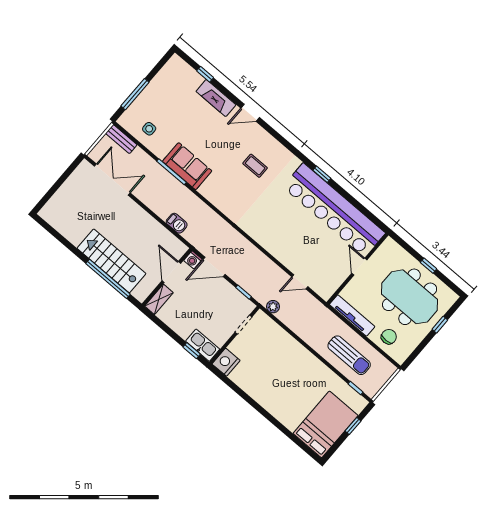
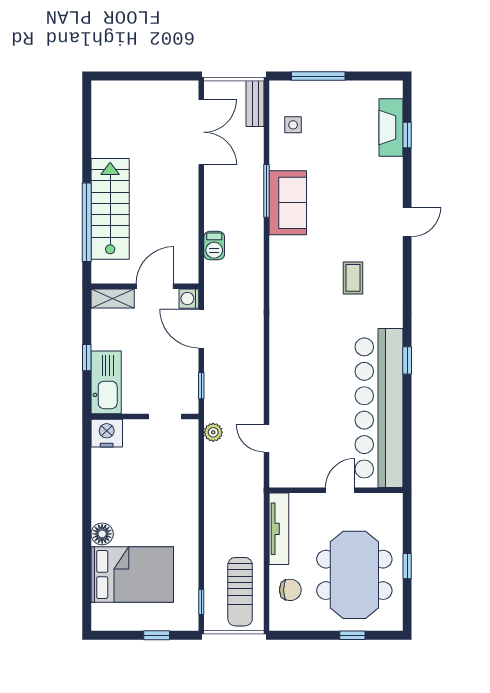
fireplace: (216, 98) -> (391, 128), moved
door: (250, 113) -> (407, 222), swing flipped
kitchen sink: (203, 345) -> (106, 382), width x1.36, depth x1.24
window: (192, 351) -> (87, 358), moved
sun lounger: (349, 355) -> (240, 592), moved
floor lamp: (276, 409) -> (102, 534), added
bed: (326, 424) -> (132, 575), moved

